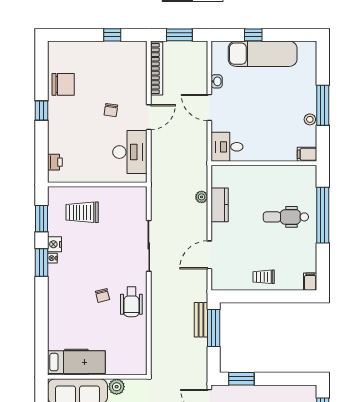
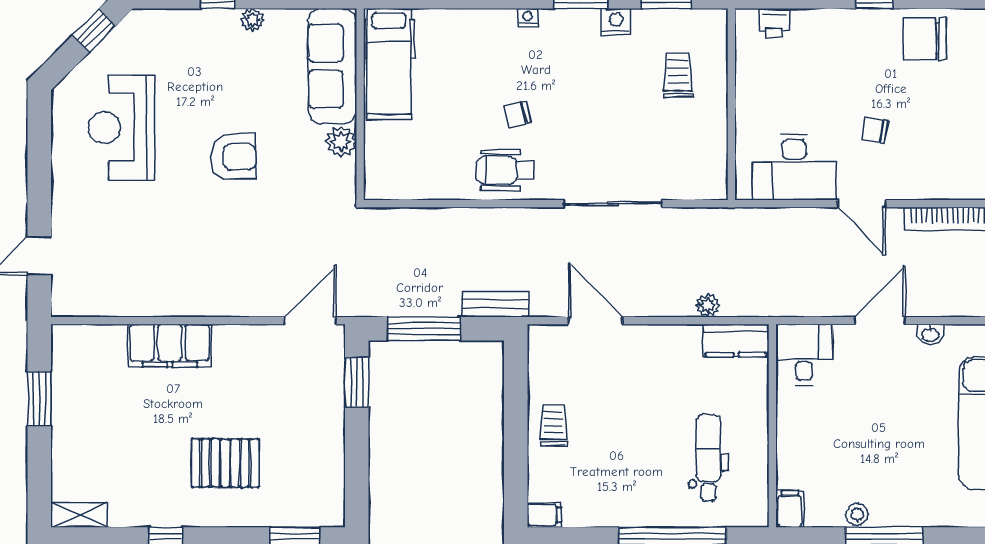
chair: (63, 84) -> (925, 39), turned 90
kitchen counter: (220, 205) -> (736, 340), moved
trolley: (82, 212) -> (678, 75), width x0.73, depth x0.72
dental chair: (286, 217) -> (709, 458), moved
nightstand: (52, 258) -> (528, 18), moved
bench: (201, 320) -> (495, 304), moved
window: (214, 328) -> (424, 329), moved

